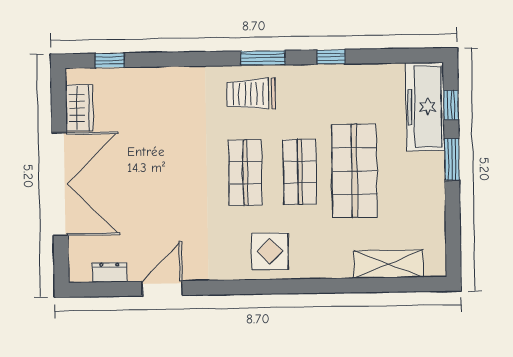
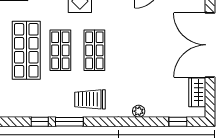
window: (263, 58) -> (69, 122), moved
plant: (173, 76) -> (139, 111), added
trolley: (251, 94) -> (90, 99), turned 180

